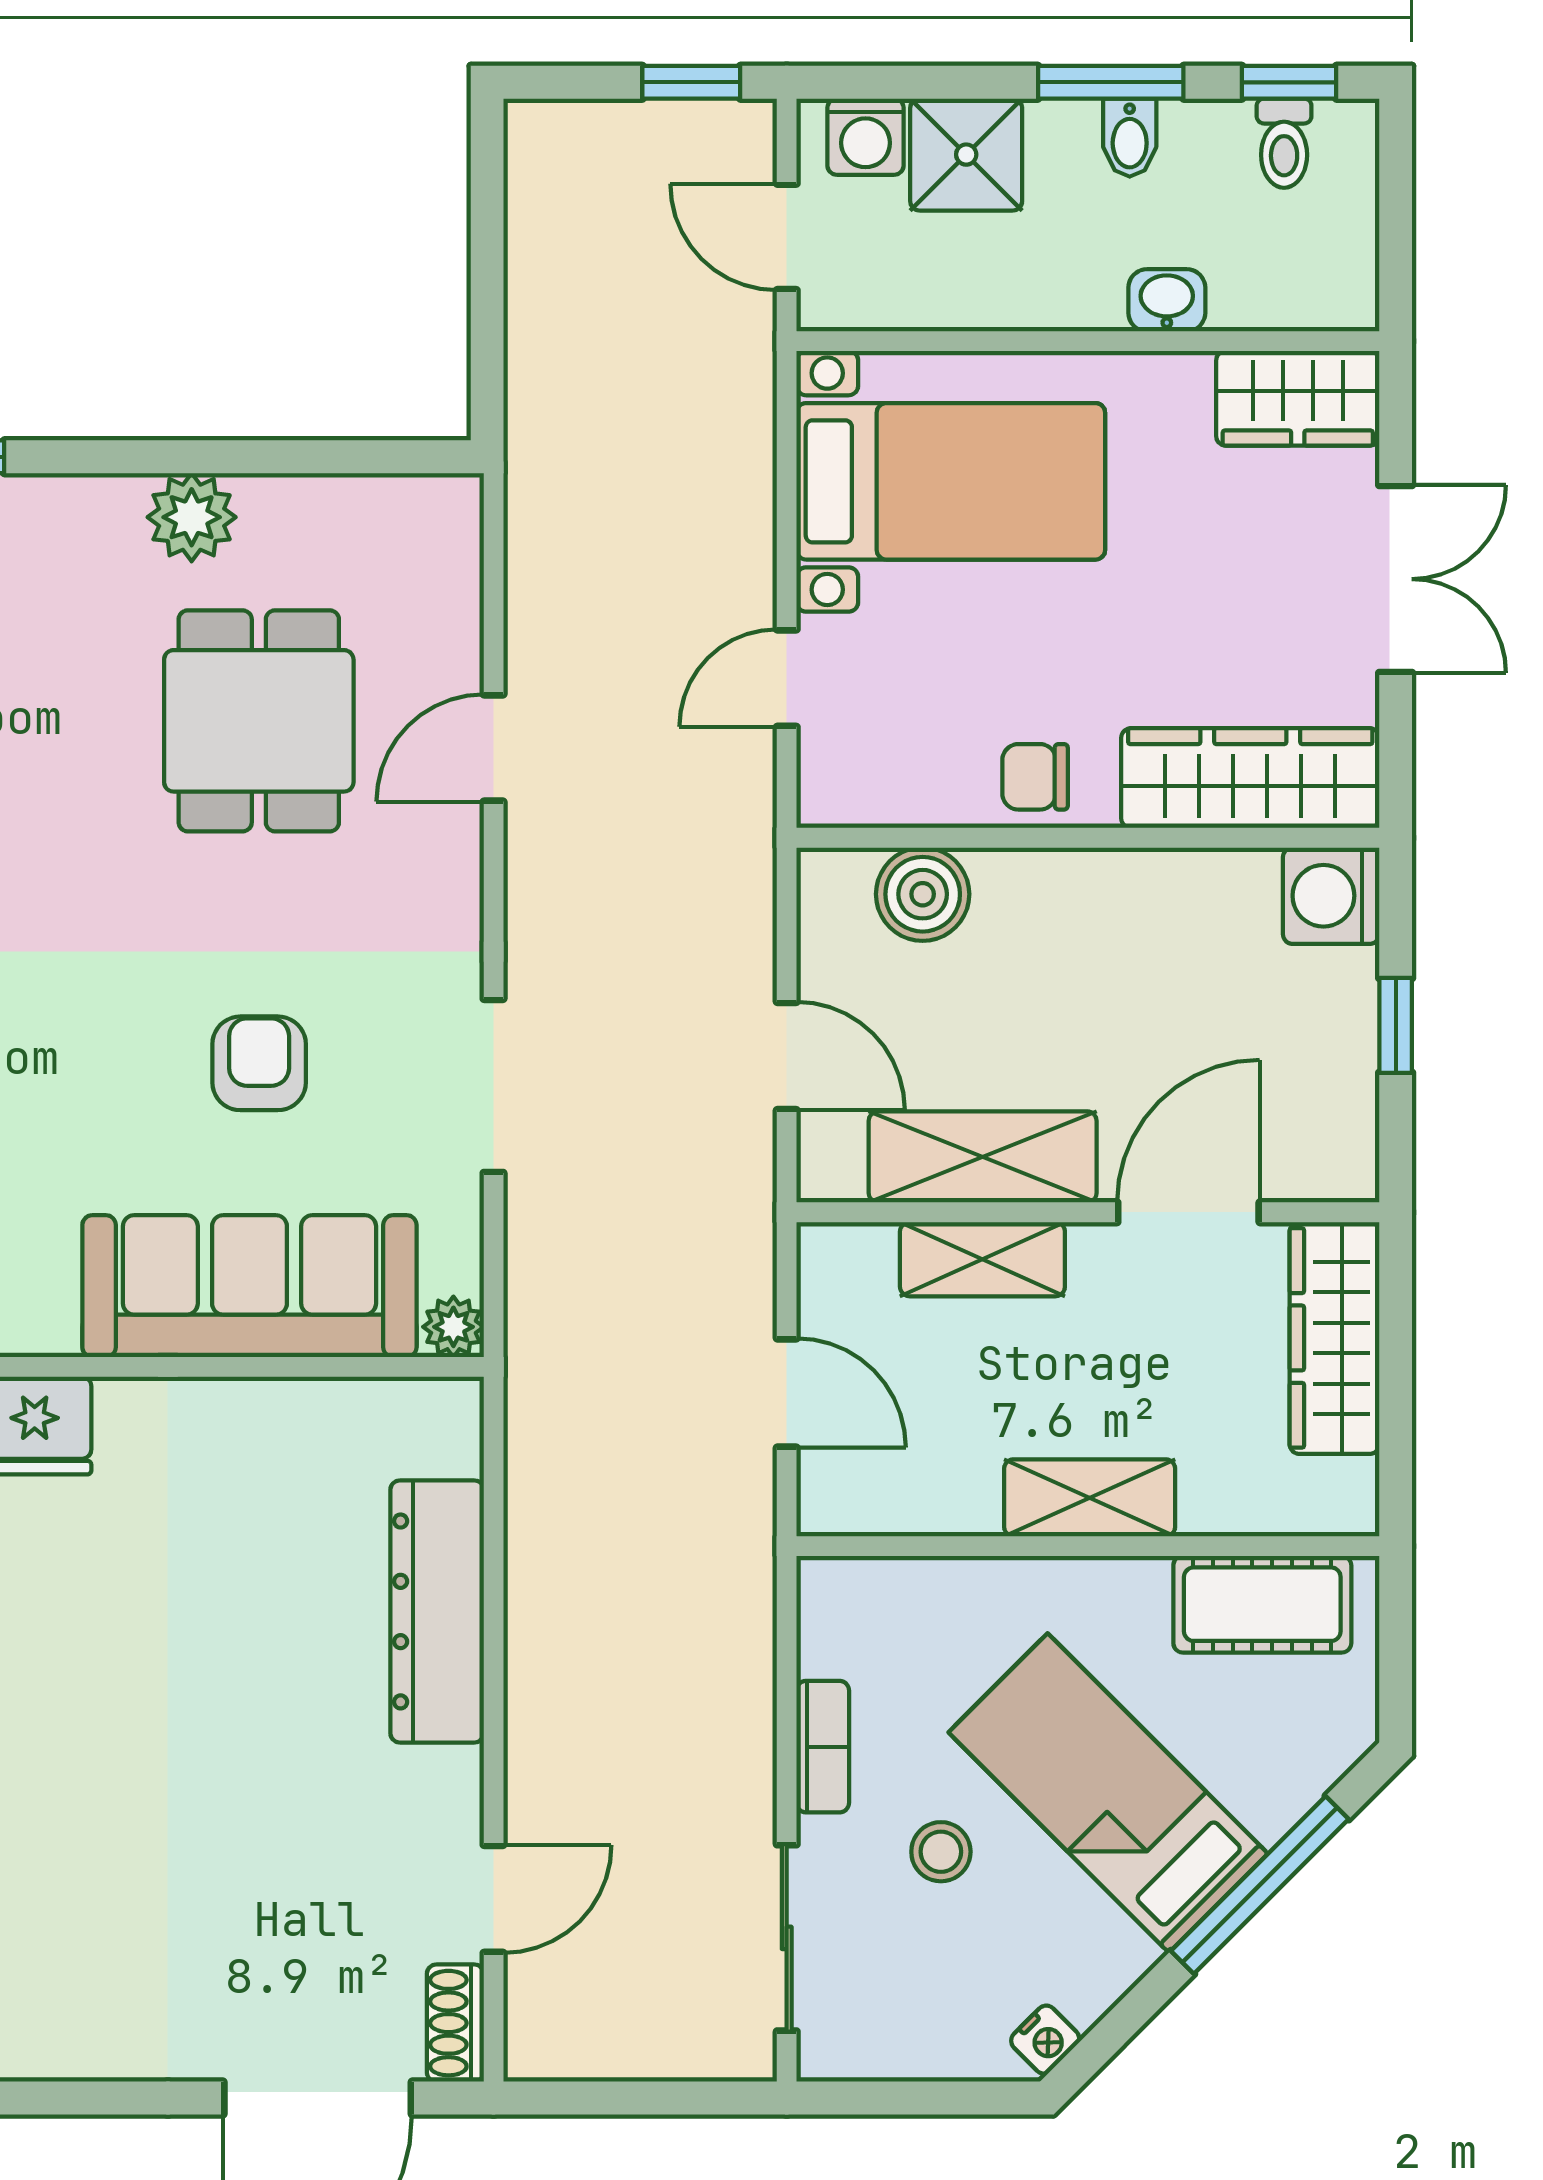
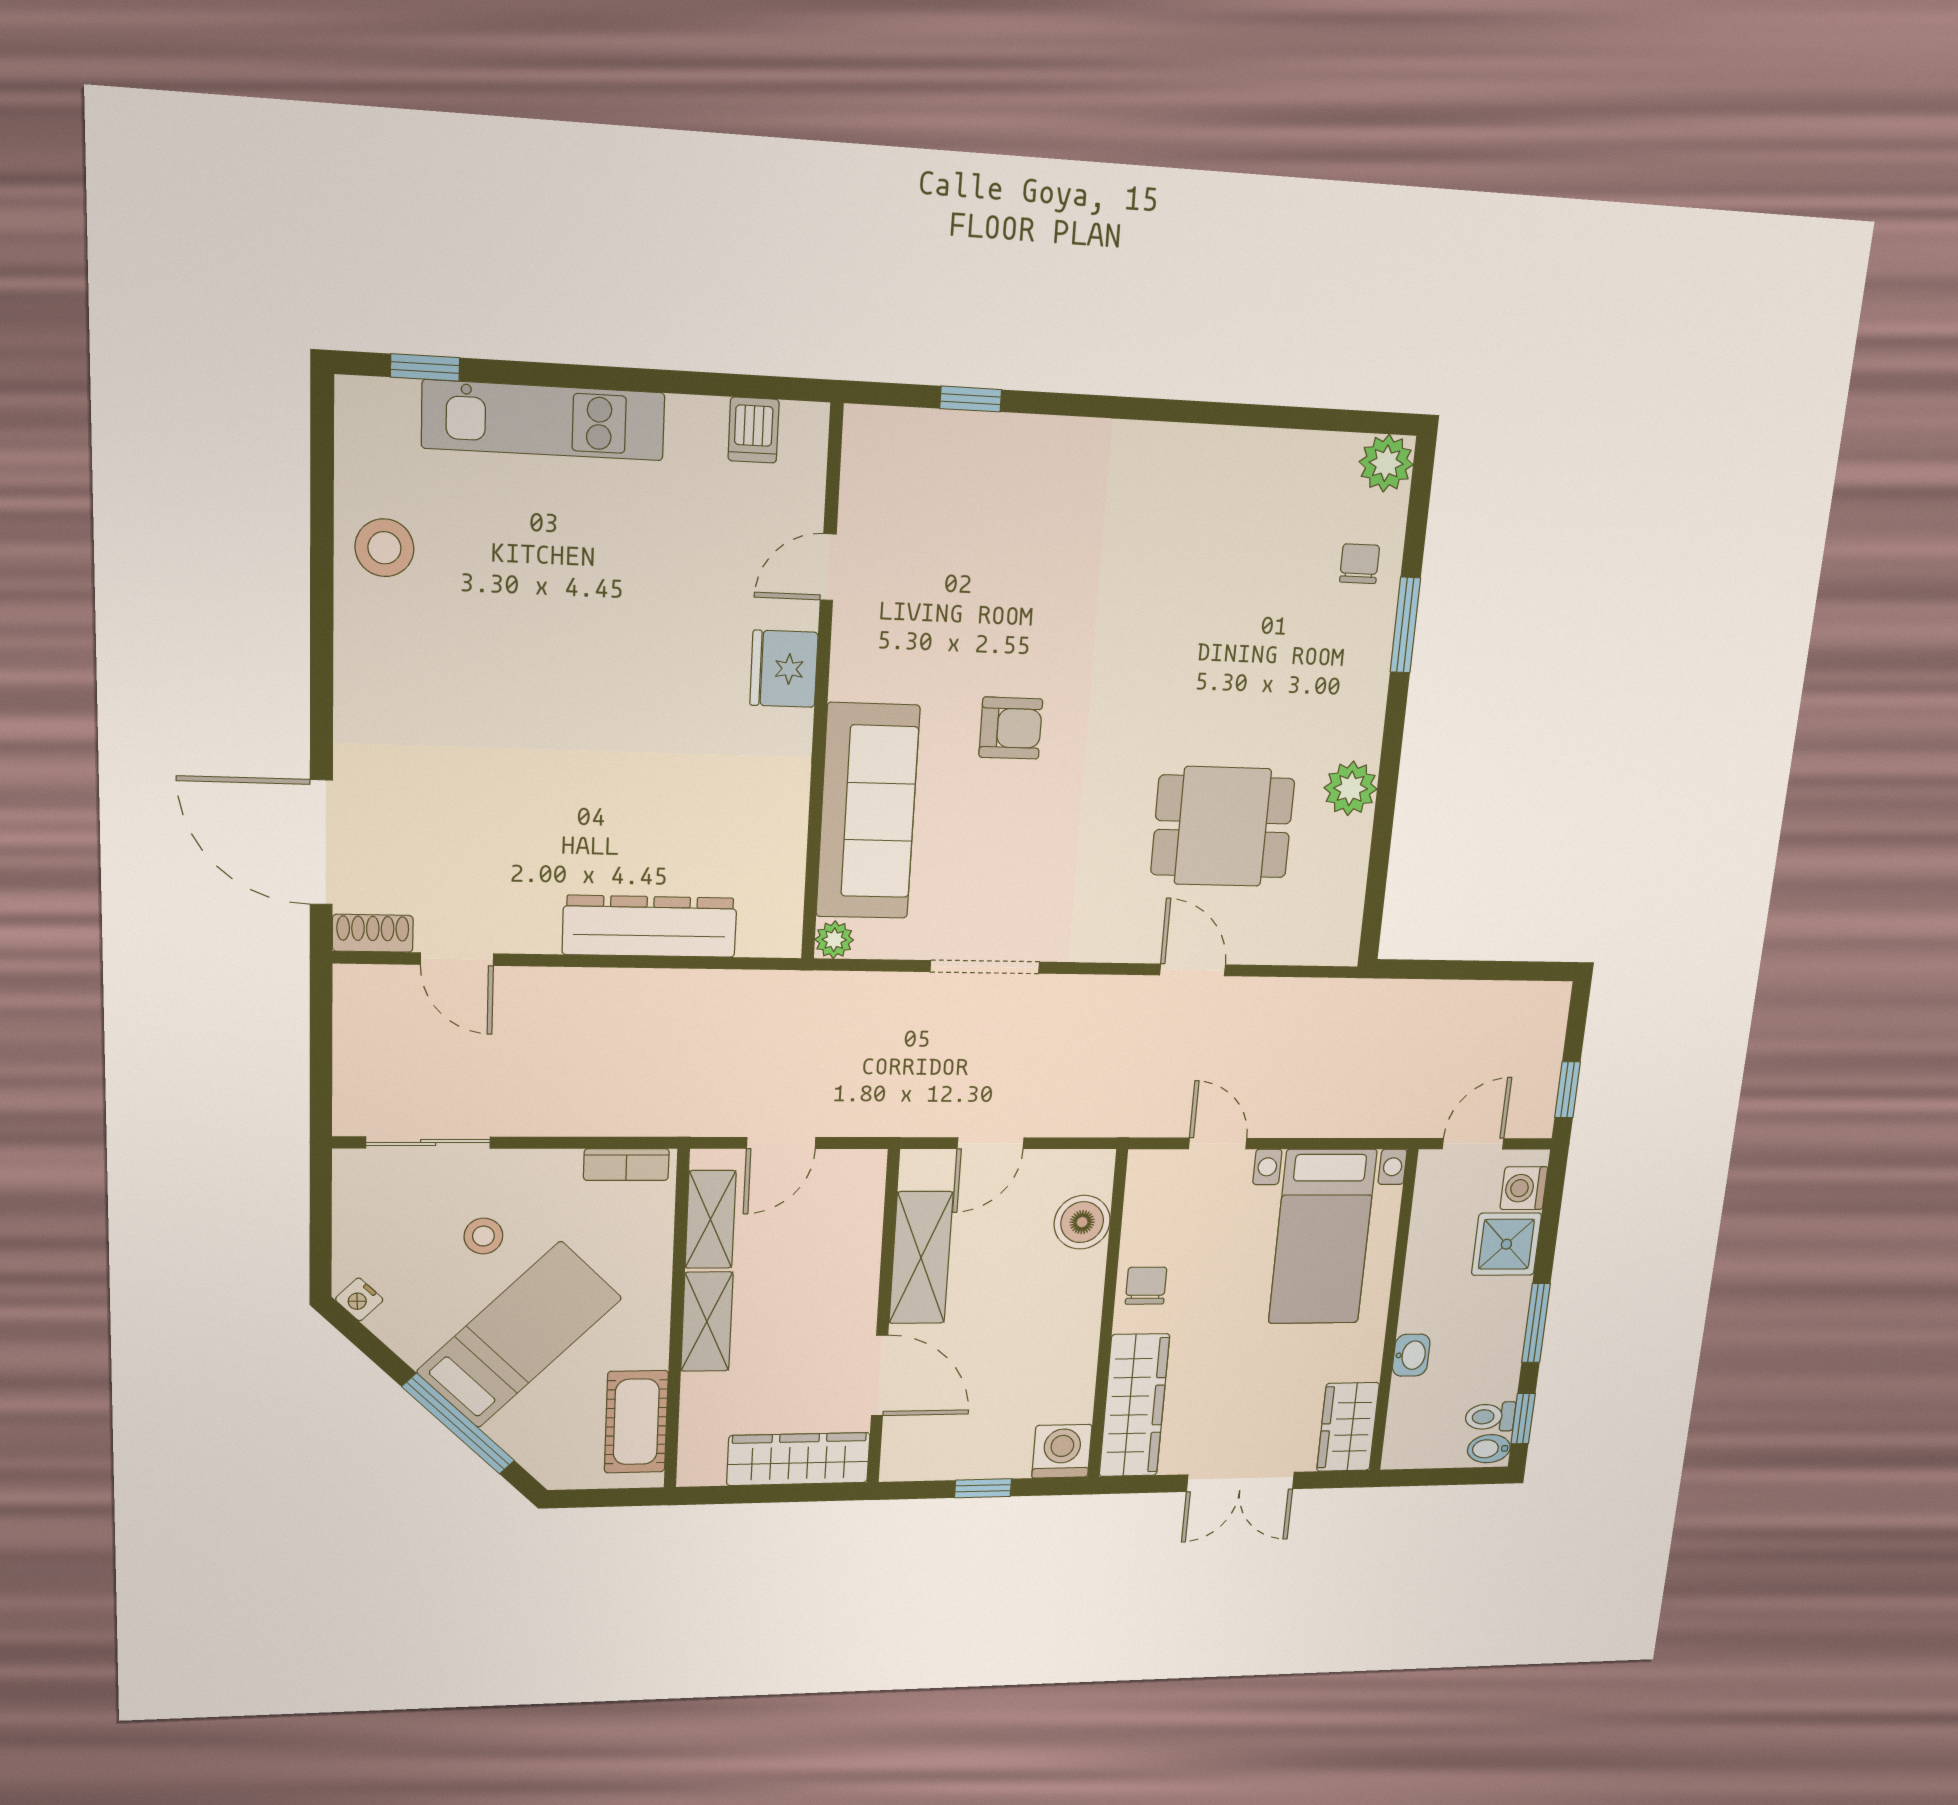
bidet: (1130, 138) -> (1489, 1449), moved
armchair: (259, 1063) -> (1011, 728), moved
shelving: (982, 1259) -> (710, 1219), moved
bookcase: (823, 1747) -> (626, 1165), moved

